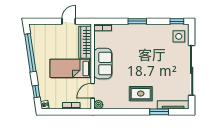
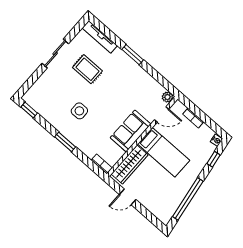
side table: (179, 36) -> (79, 111), moved
sliding door: (192, 70) -> (55, 54), width x0.54
rug: (141, 94) -> (87, 69), moved
window: (159, 112) -> (133, 55), moved

